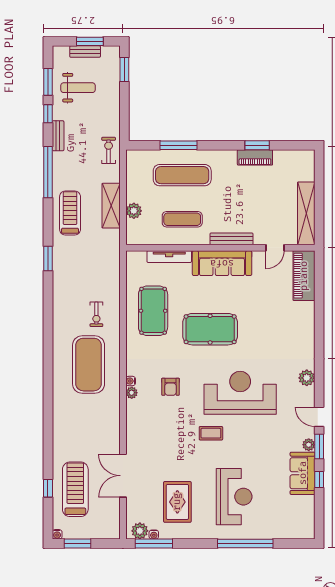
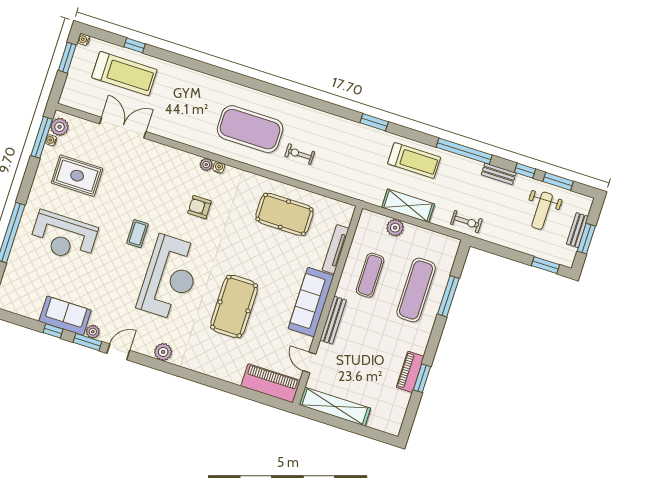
pool table: (210, 329) -> (234, 306), moved

